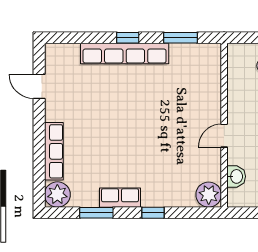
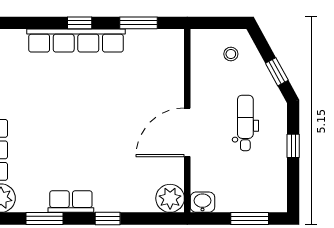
door: (224, 136) -> (187, 132), width x1.88
washbasin: (236, 176) -> (202, 202), moved, turned -90

